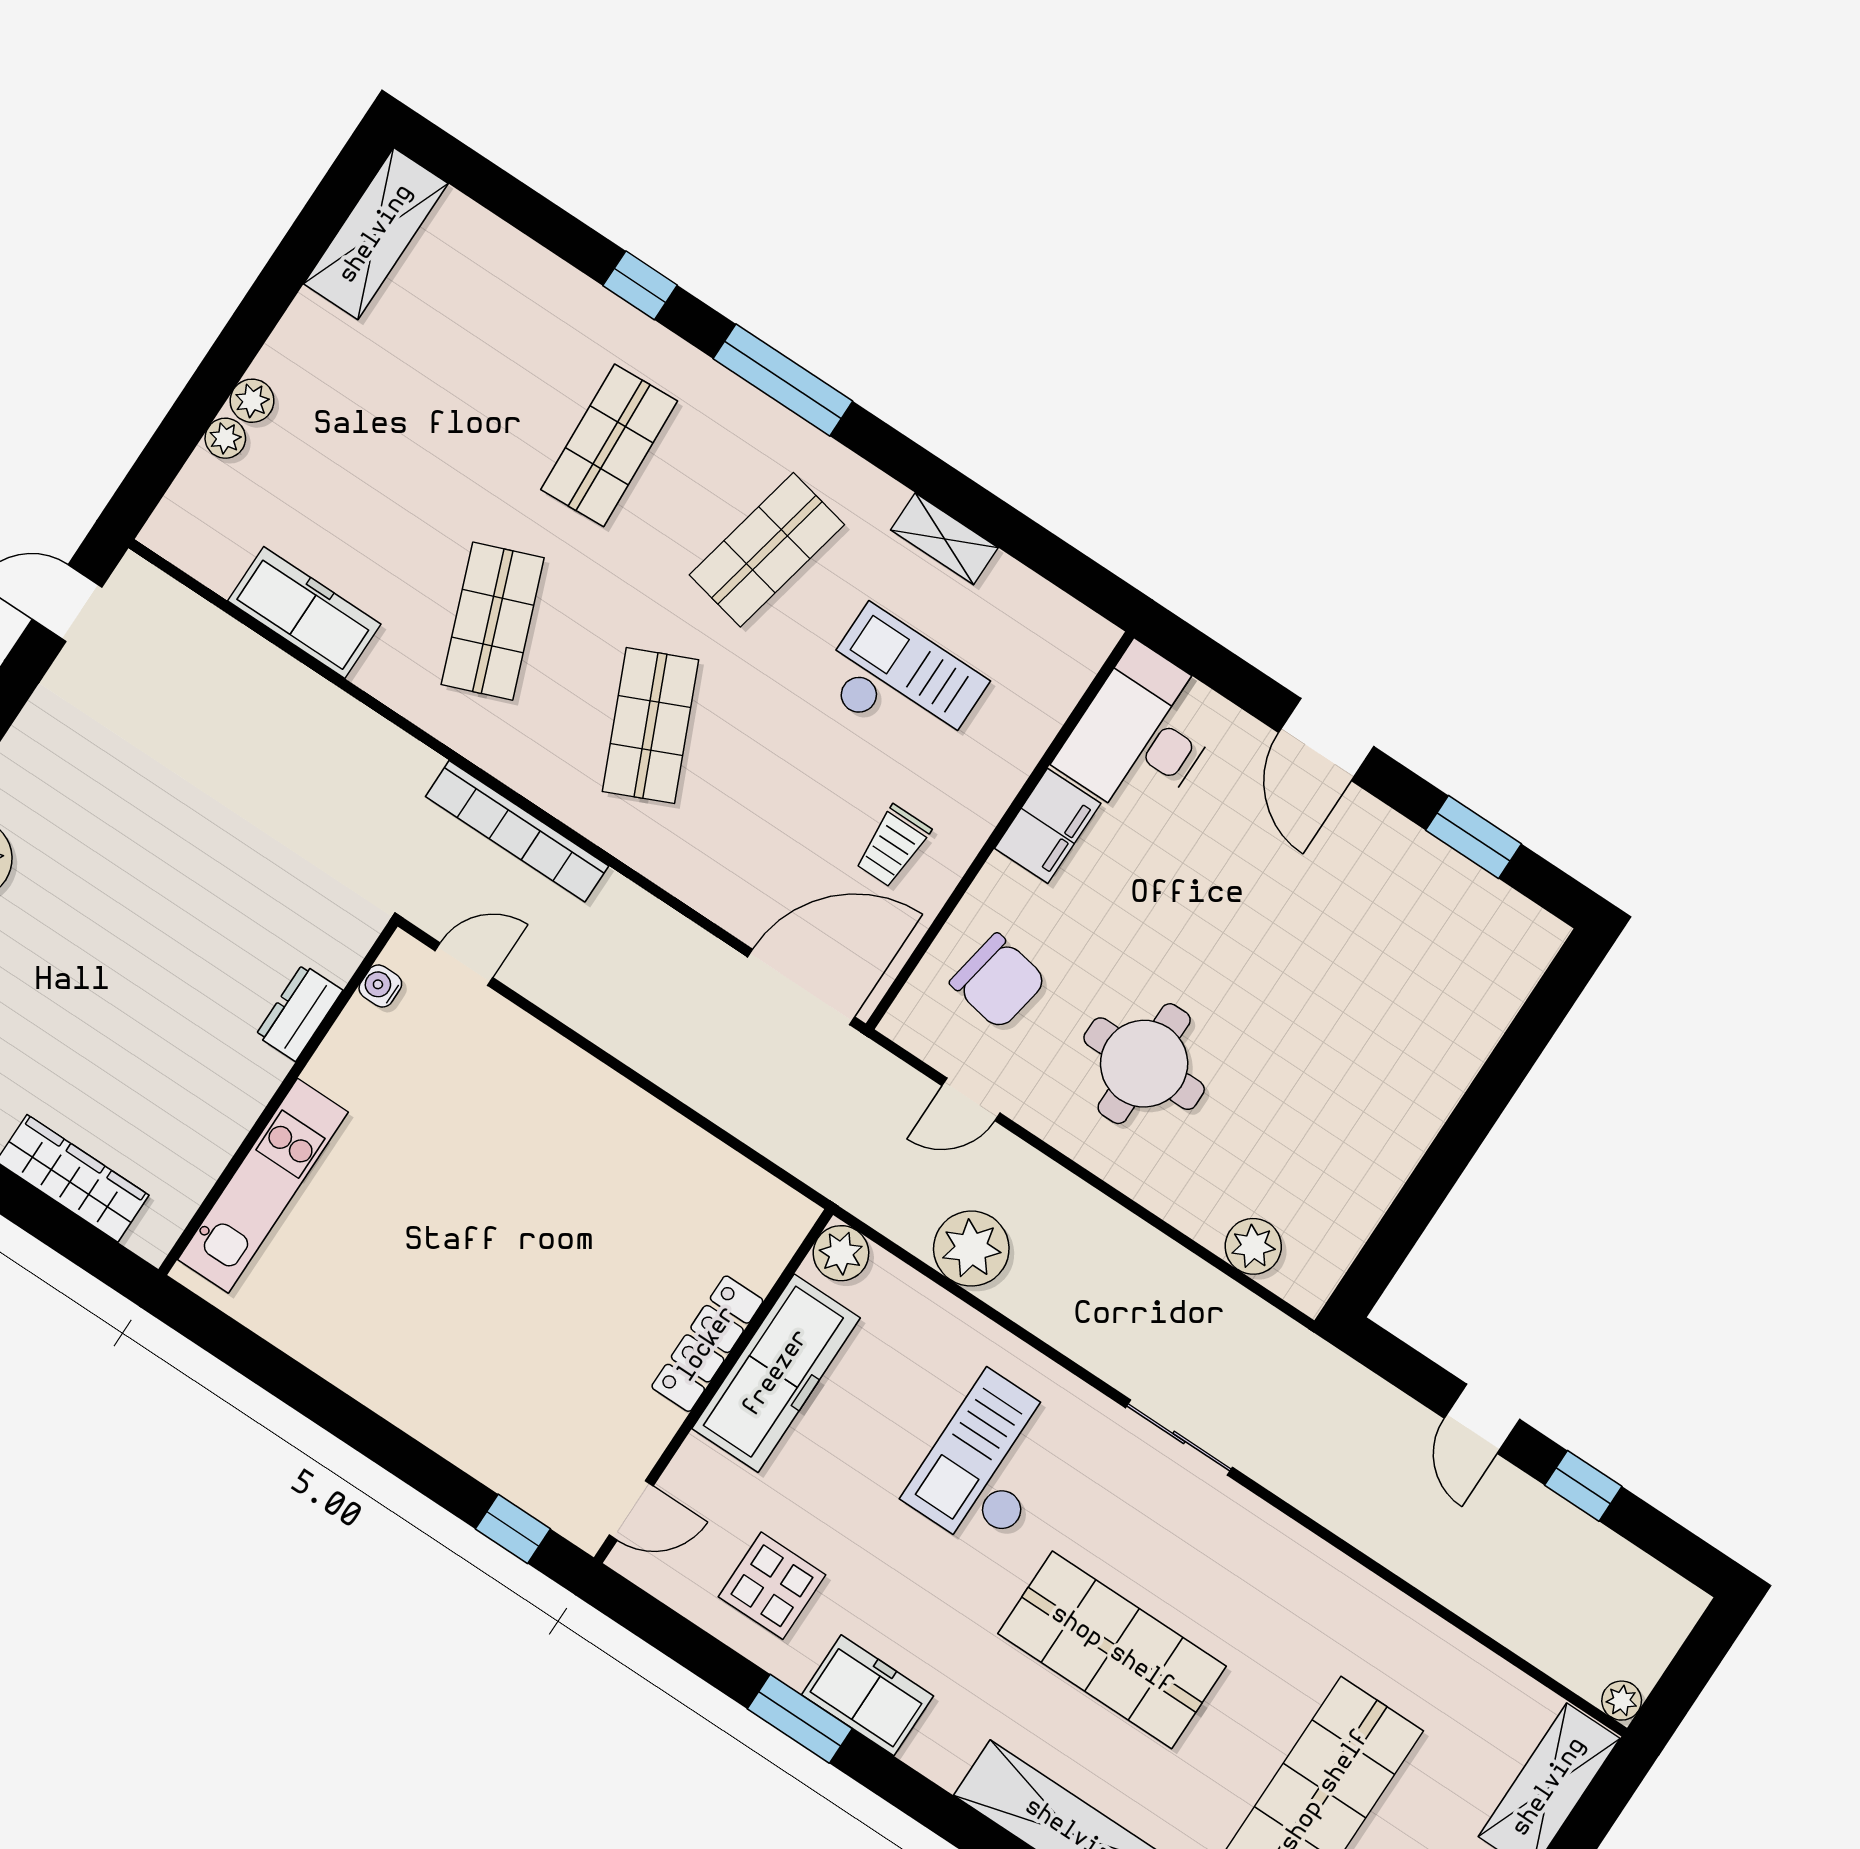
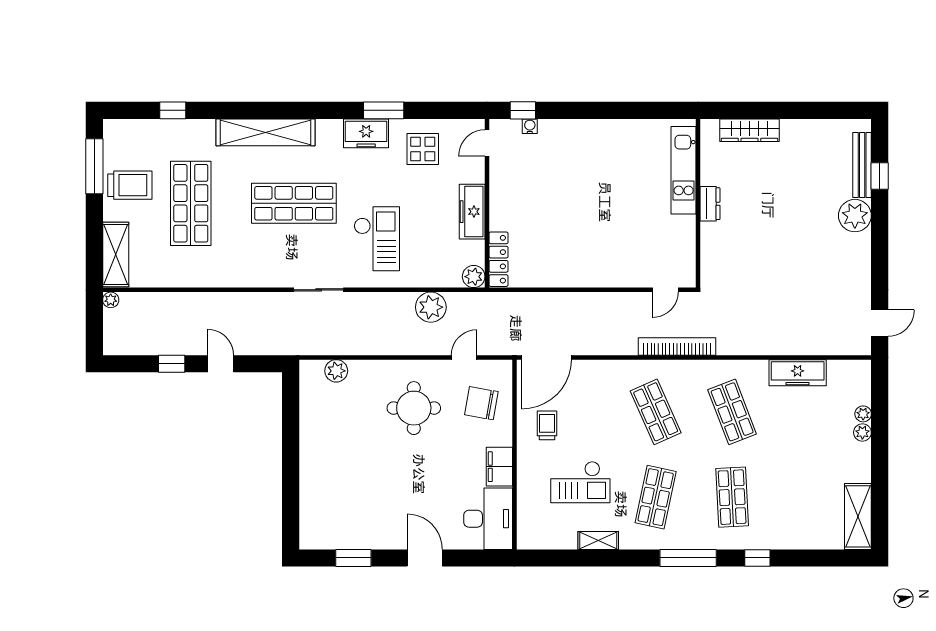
water cooler: (380, 986) -> (530, 126), moved, turned -90
dresser: (299, 1013) -> (710, 204), moved
locker: (707, 1344) -> (499, 259), moved
freezer: (776, 1373) -> (472, 212), width x0.73, depth x0.79

